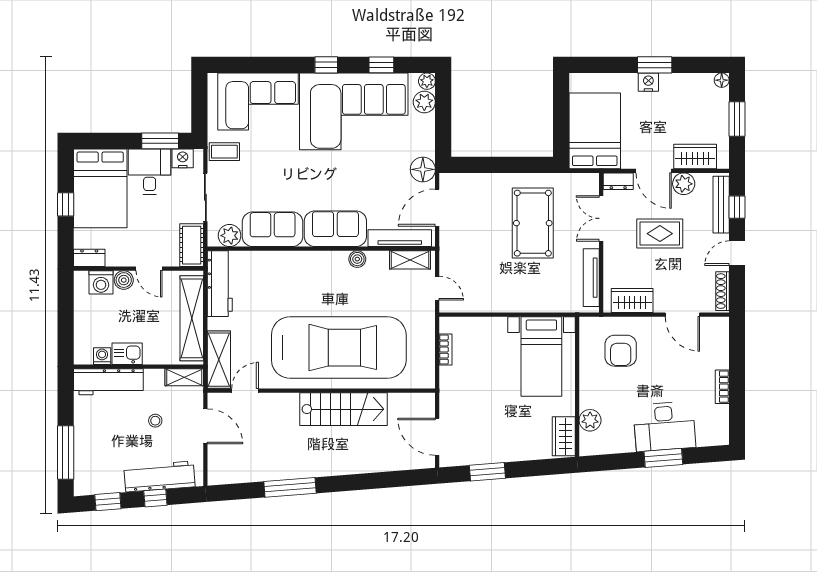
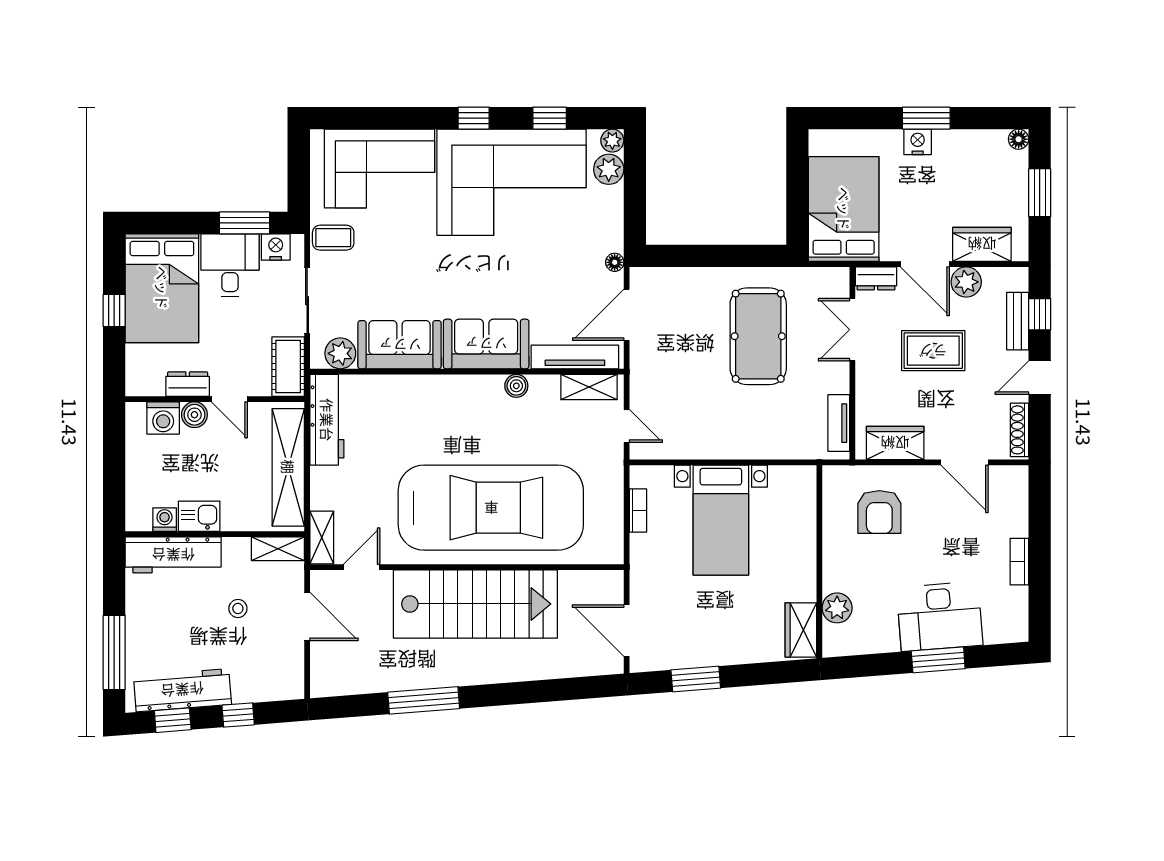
floor lamp: (423, 169) -> (615, 262), width x0.53, depth x0.53
bench: (721, 205) -> (1018, 321), width x0.73
dresser: (89, 258) -> (188, 384), moved
tv unit: (591, 278) -> (839, 423), width x0.71
bed with nightstands: (541, 357) -> (721, 520), moved
shelving: (219, 360) -> (322, 538), width x0.67, depth x0.75
stairs: (343, 409) -> (475, 604), width x1.36, depth x1.51
workbench: (159, 477) -> (182, 690), moved

